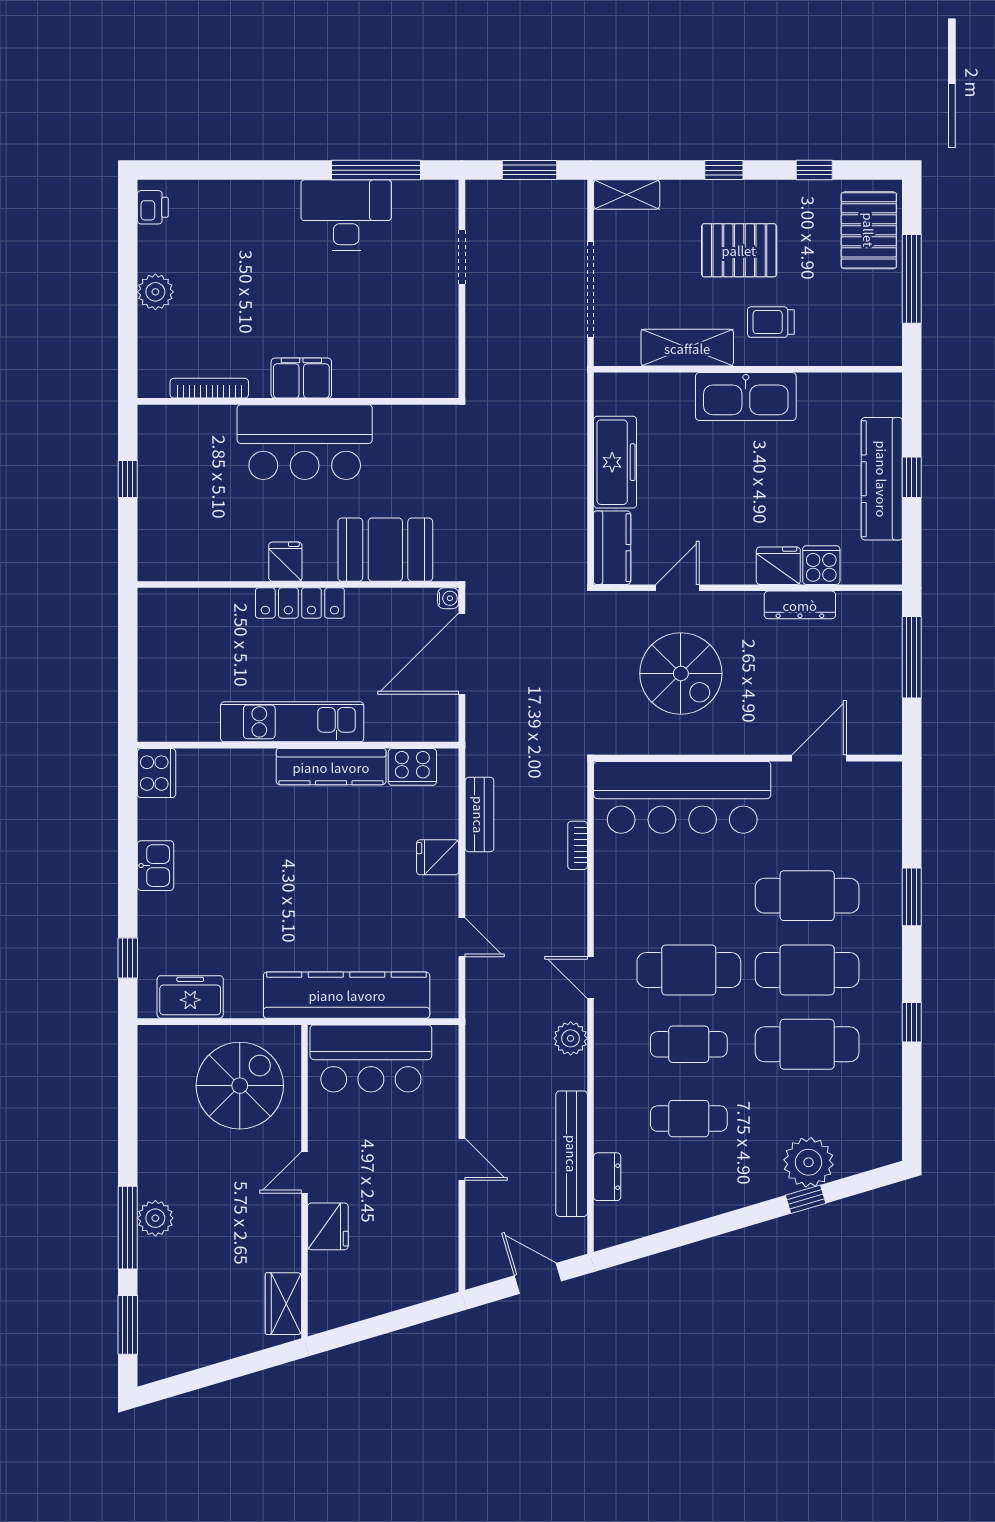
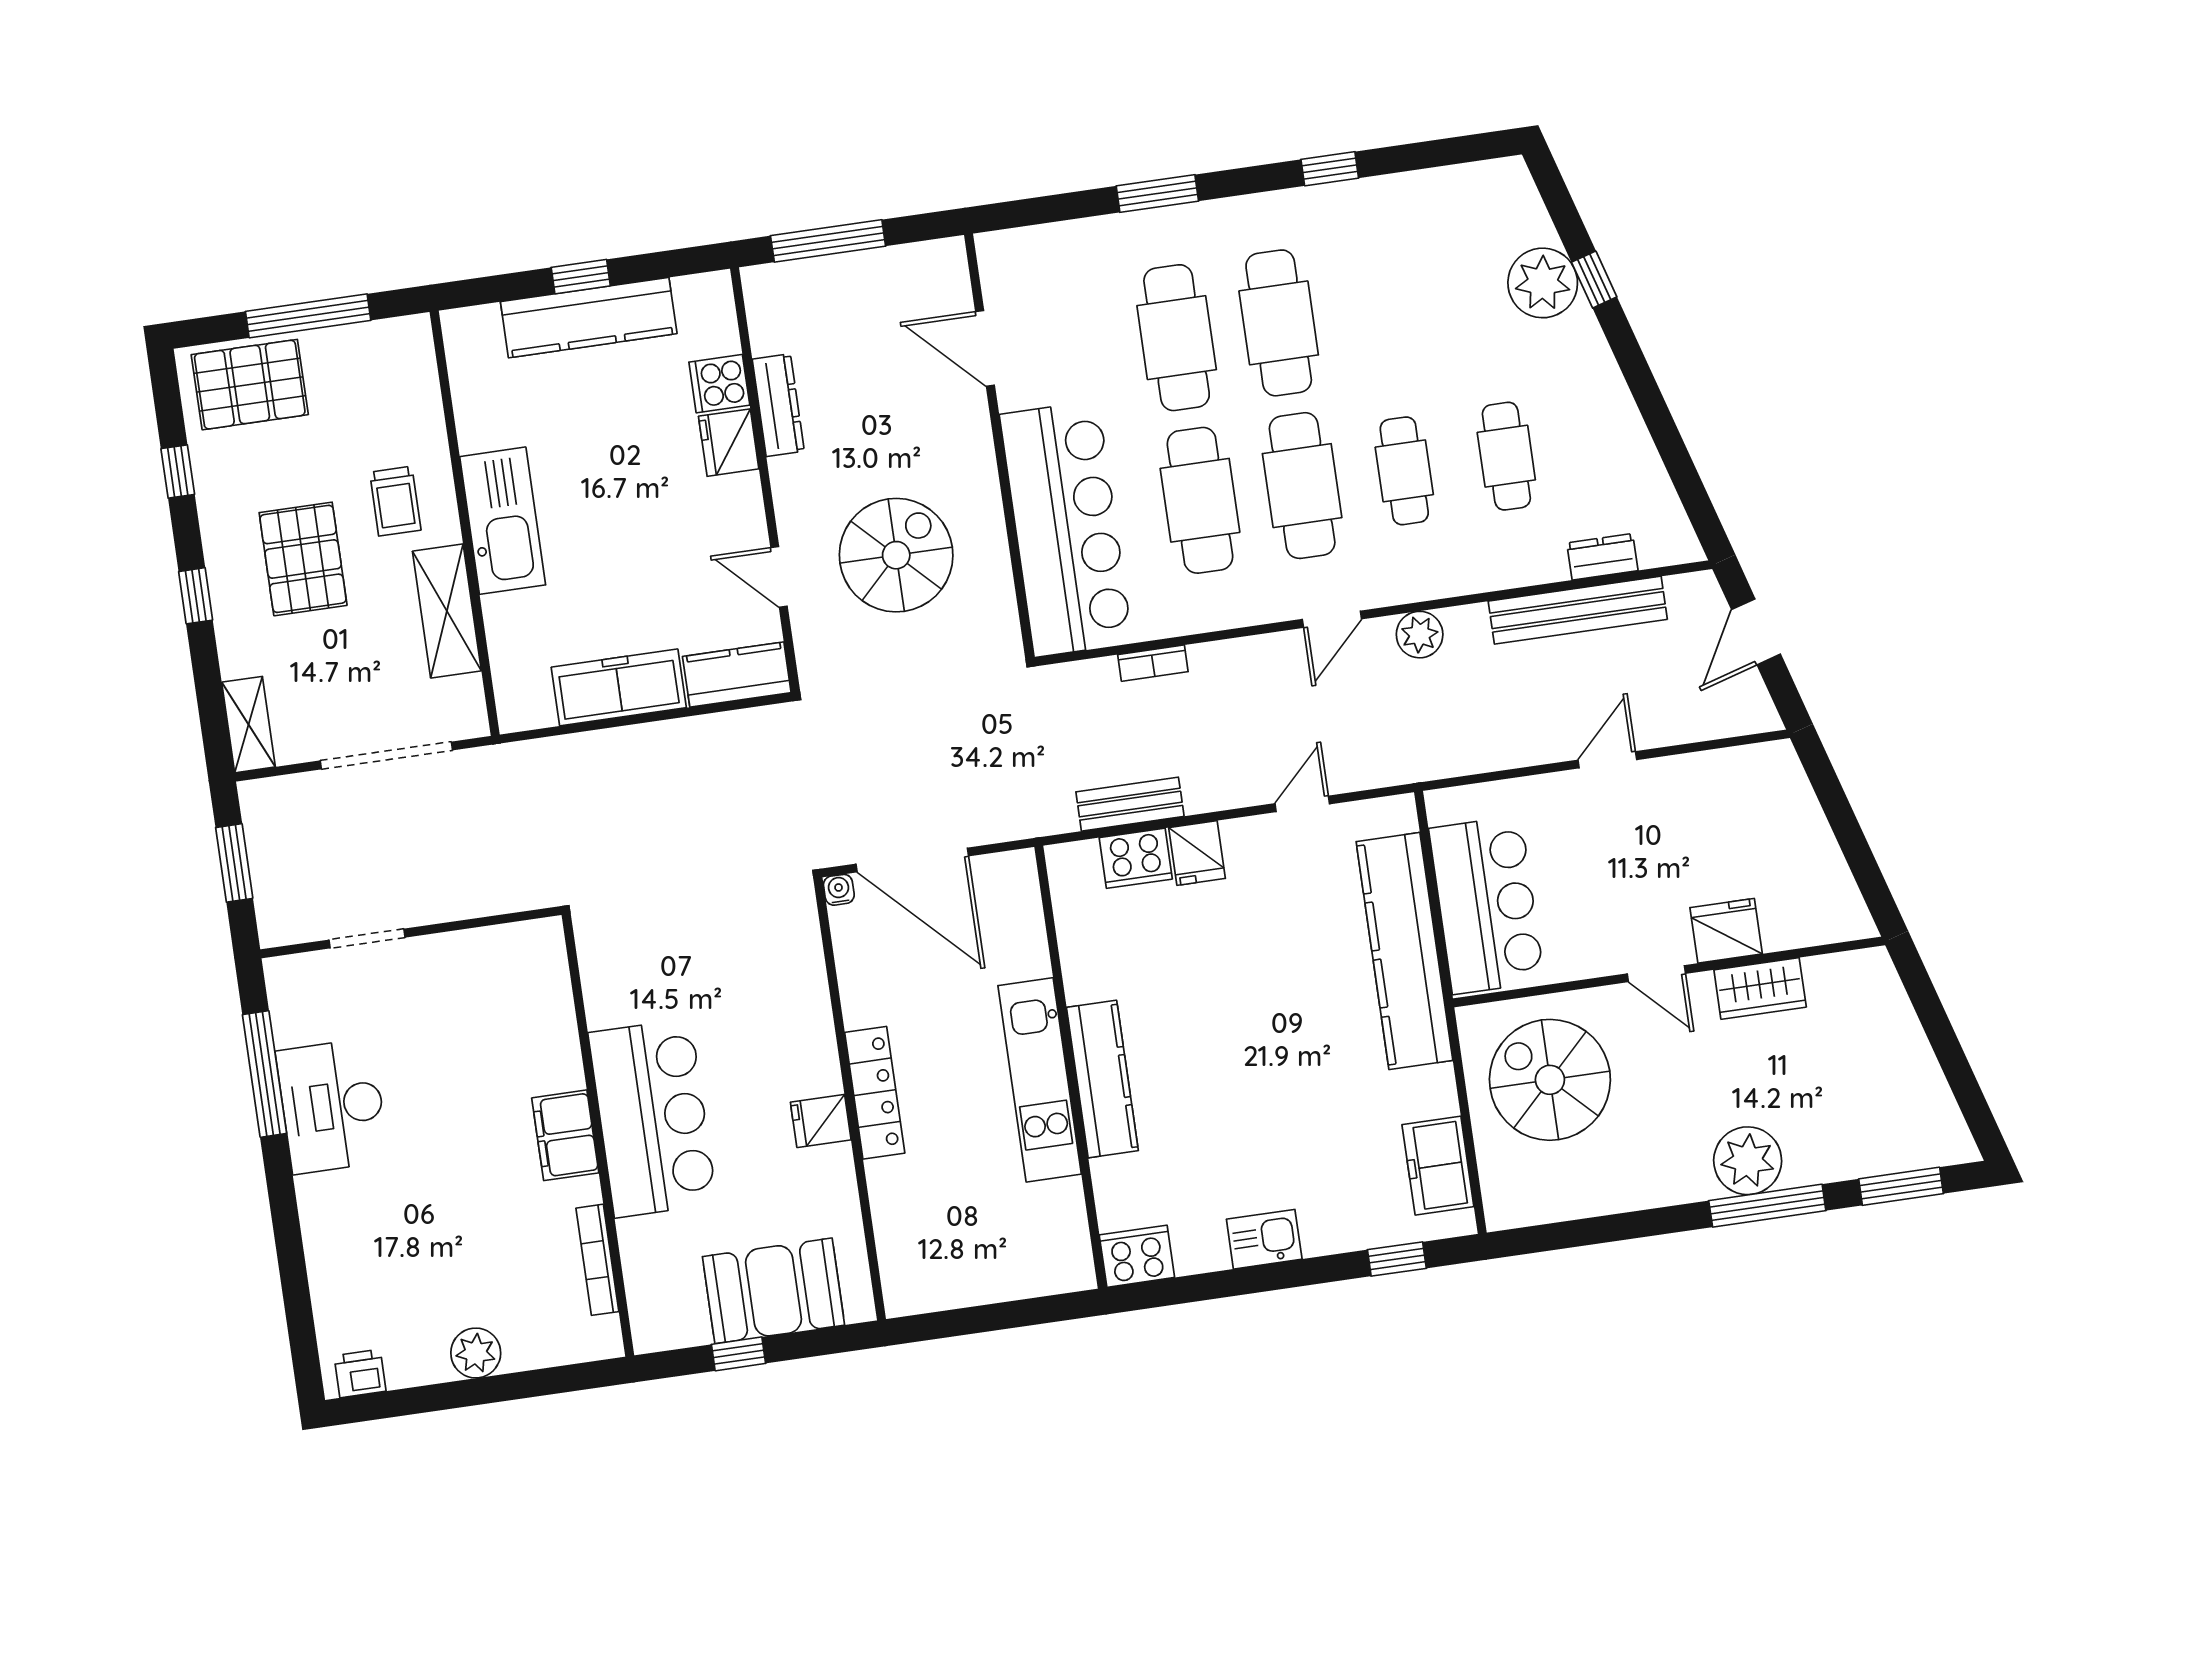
booth: (385, 550) -> (774, 1291), moved, turned 90
kitchen counter: (331, 767) -> (1102, 1079), moved
cooker: (412, 767) -> (1136, 858), moved, turned 90
cafe table: (807, 1044) -> (1200, 500), moved
plant: (155, 1218) -> (1748, 1161), width x1.36, depth x1.36
wardrobe: (283, 1304) -> (1760, 988), moved

